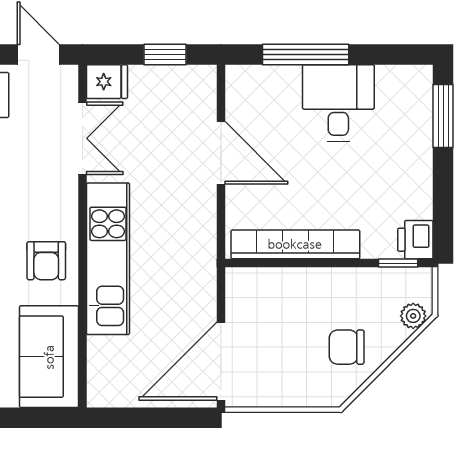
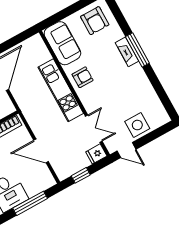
double door: (83, 138) -> (94, 129), swing flipped
armchair: (46, 261) -> (83, 77), turned 90

